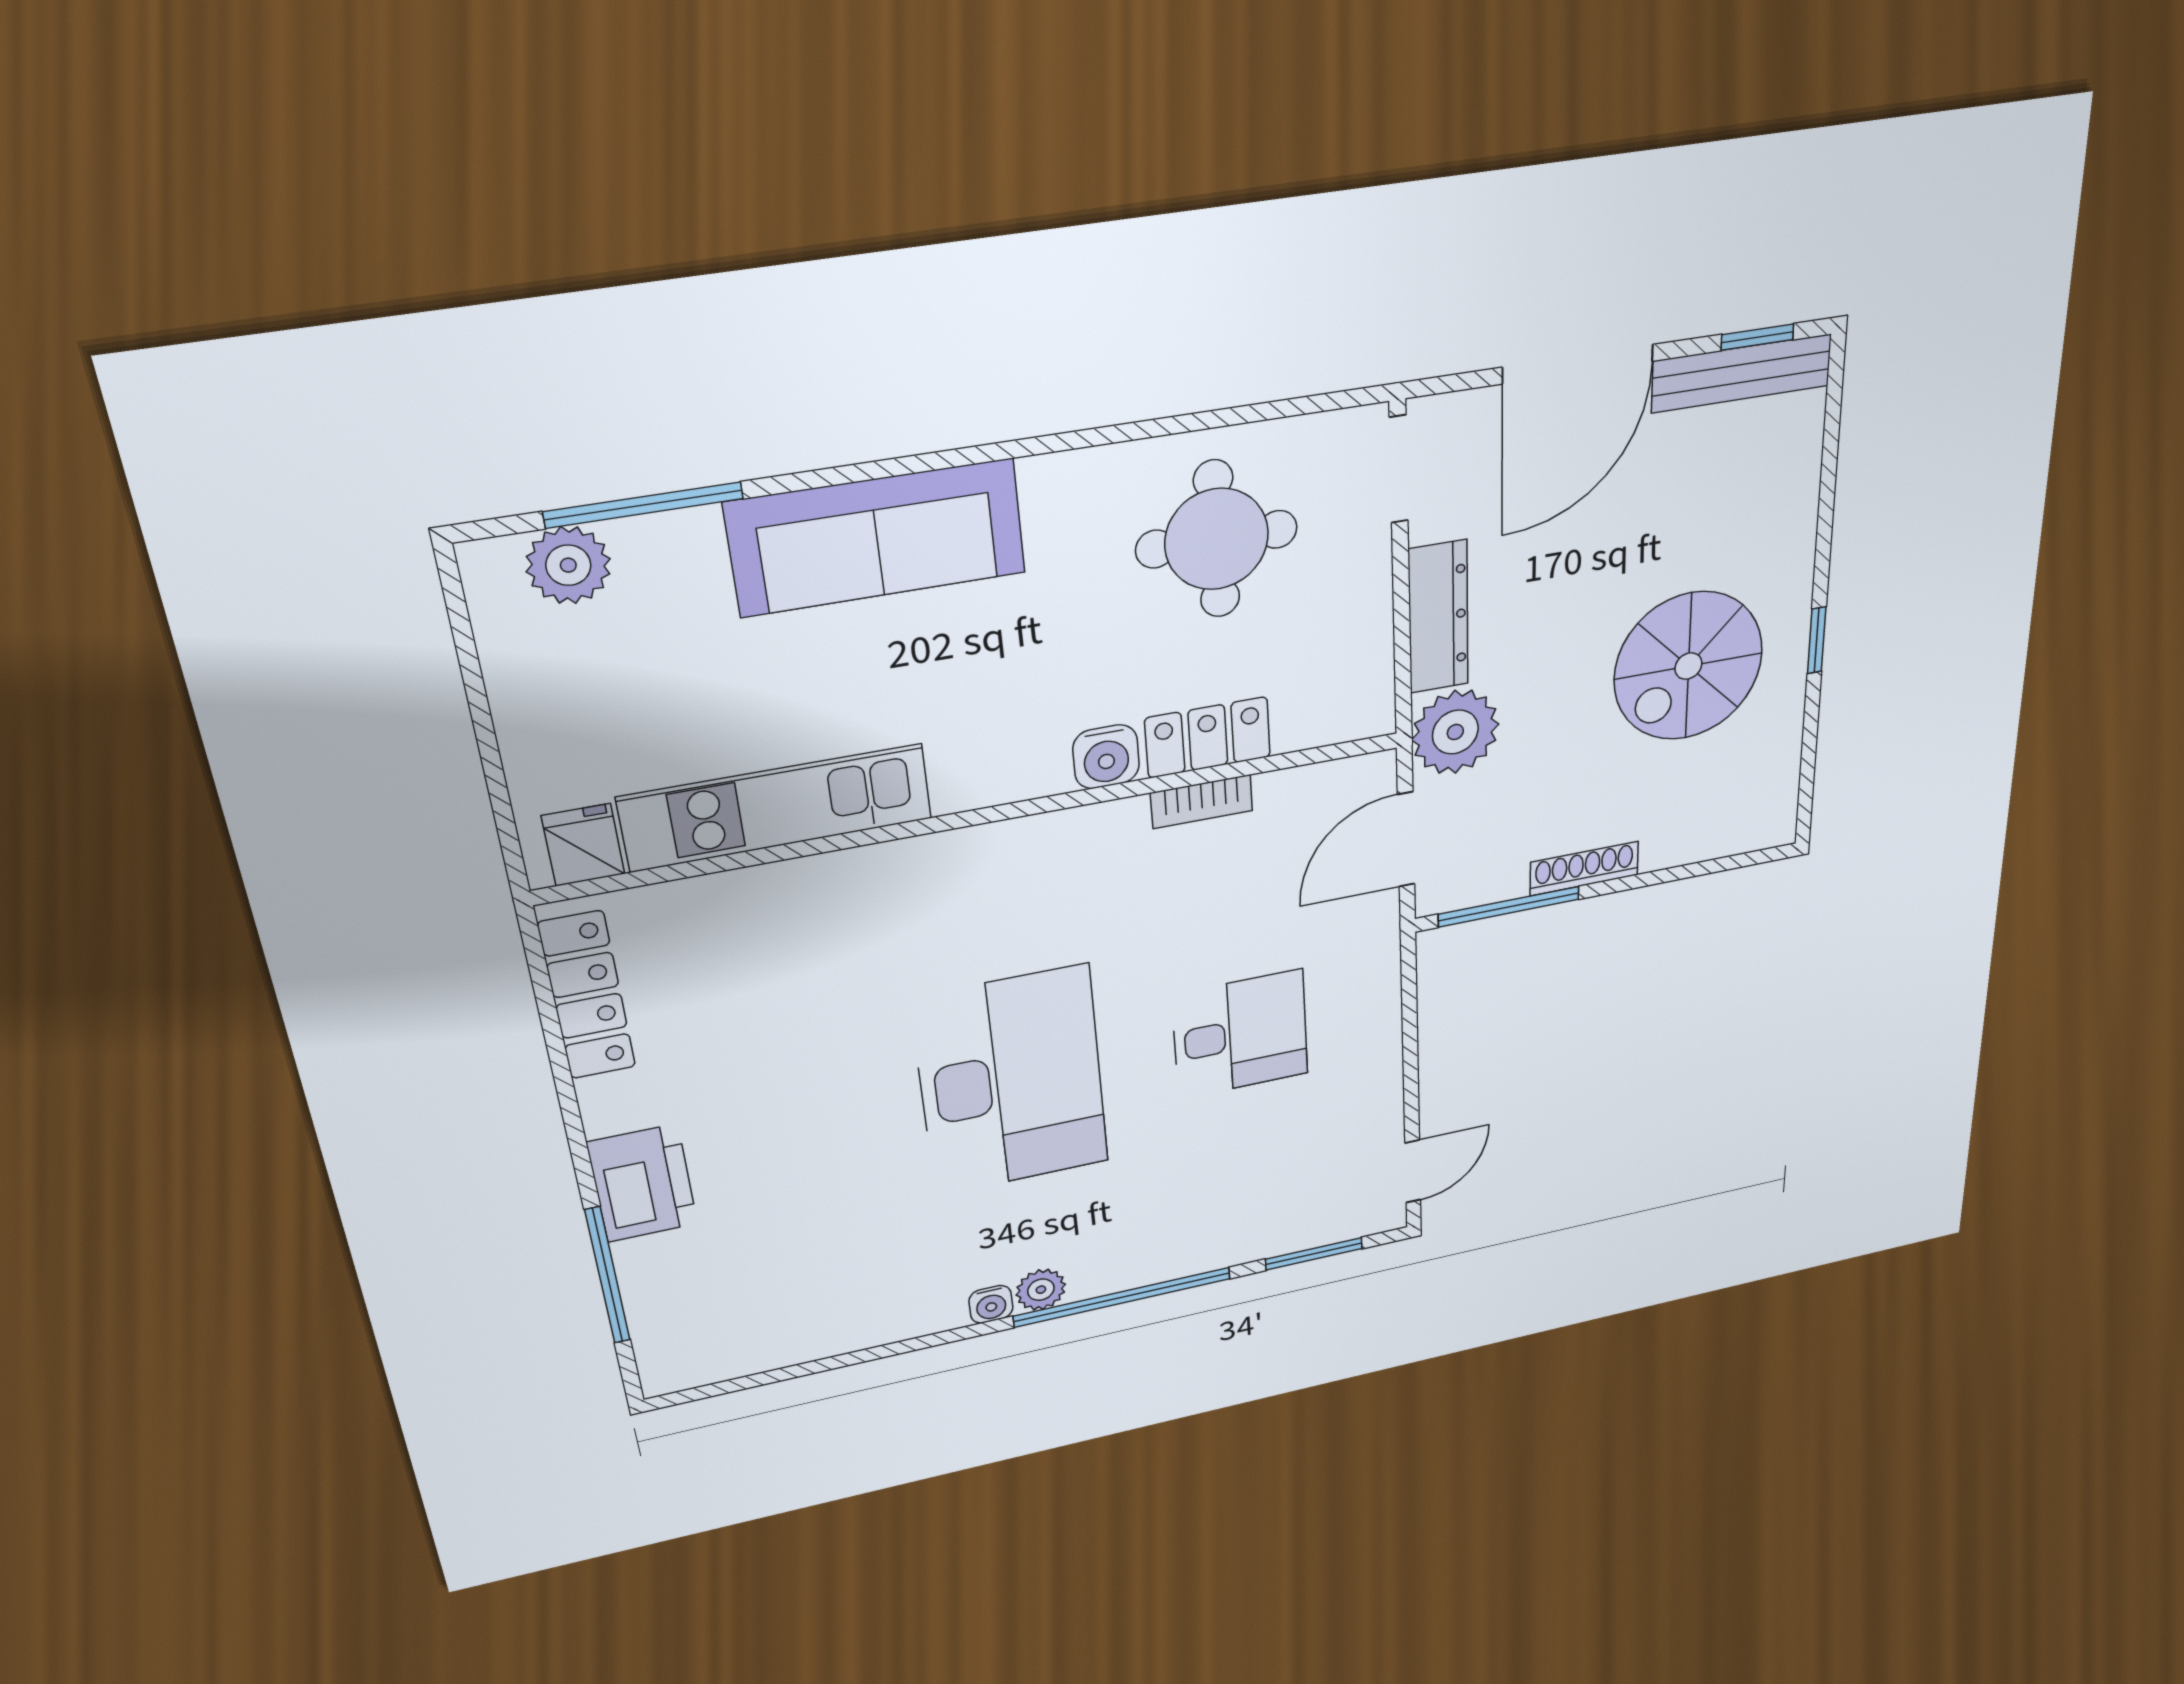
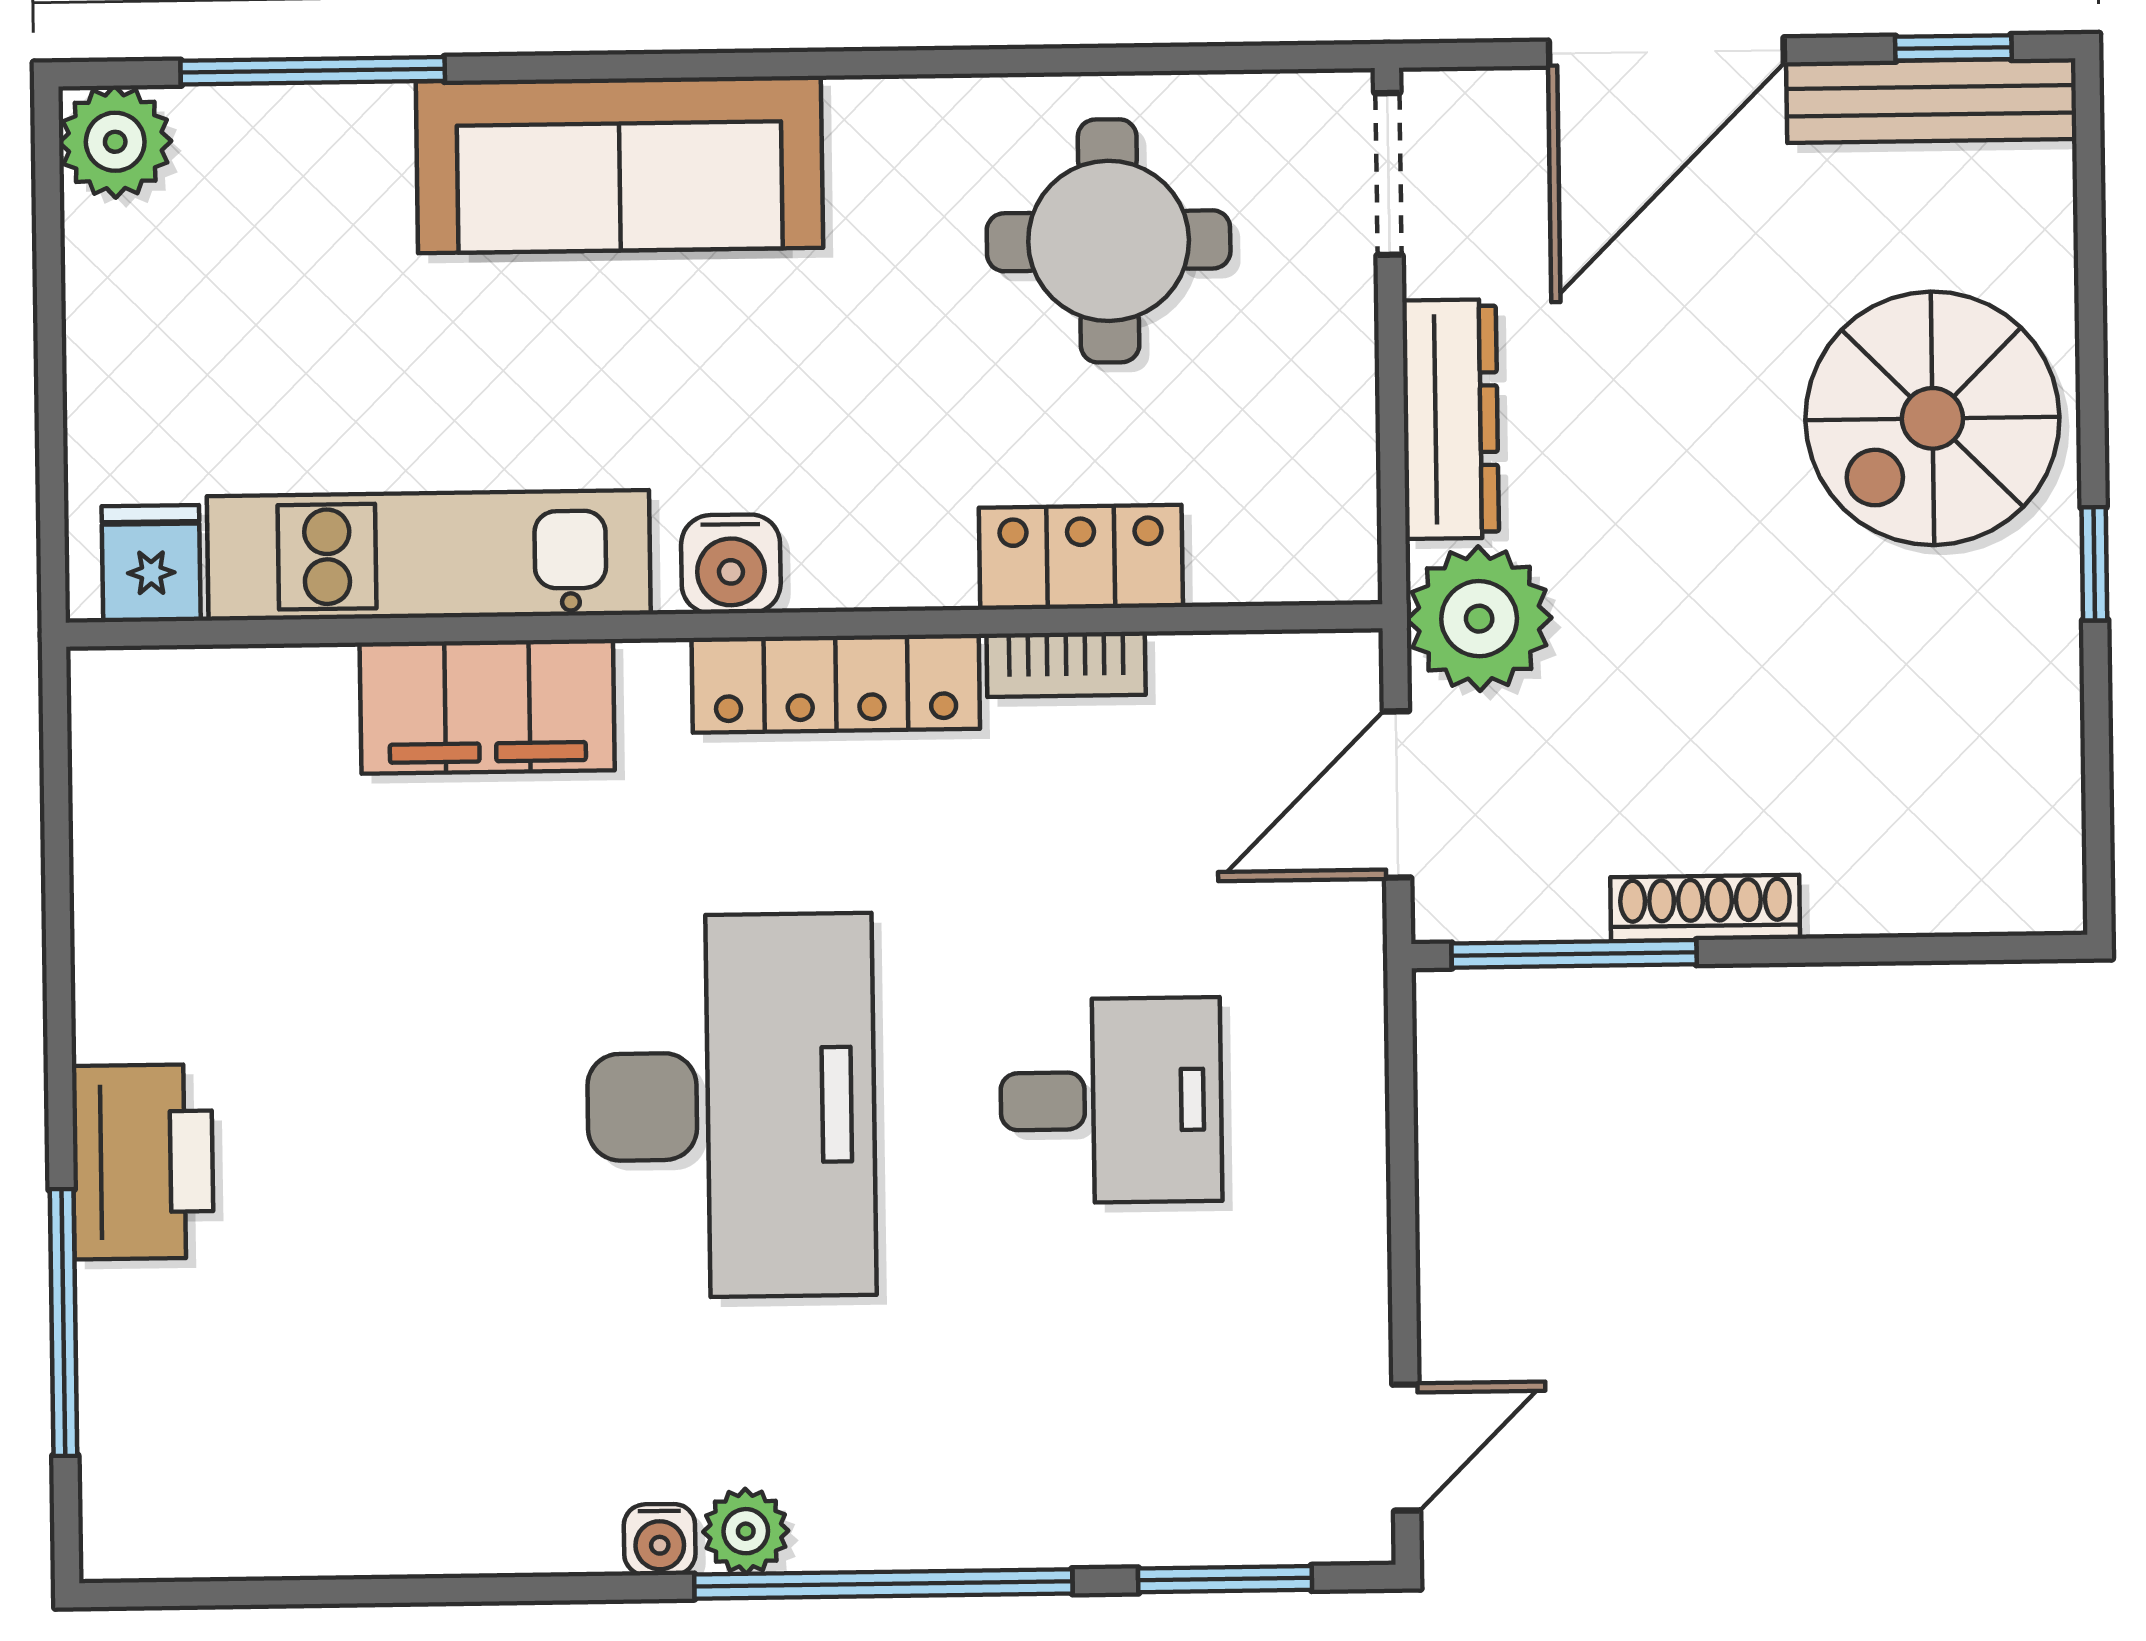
plant: (568, 565) -> (115, 142), moved
spiral stairs: (1688, 666) -> (1932, 418), moved
water cooler: (1106, 757) -> (731, 564), moved
filing cabinet: (829, 891) -> (487, 706), added
locker: (587, 996) -> (836, 683), moved, turned 90

